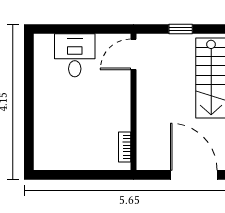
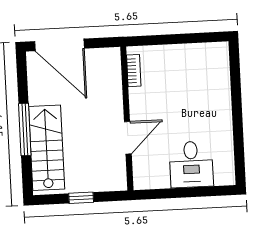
door: (134, 54) -> (128, 138), moved

